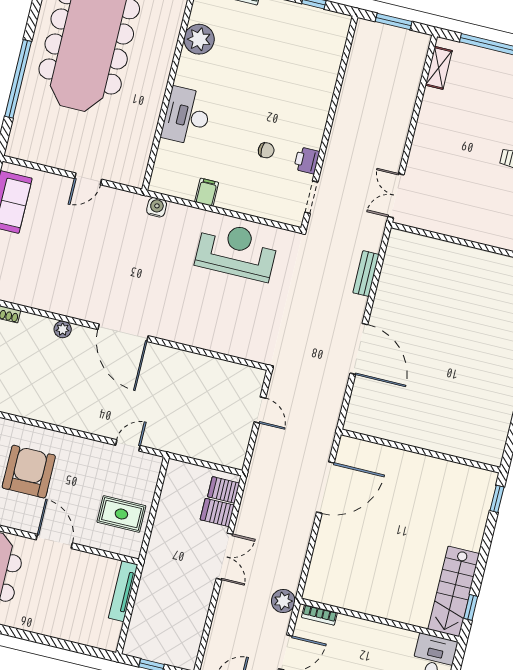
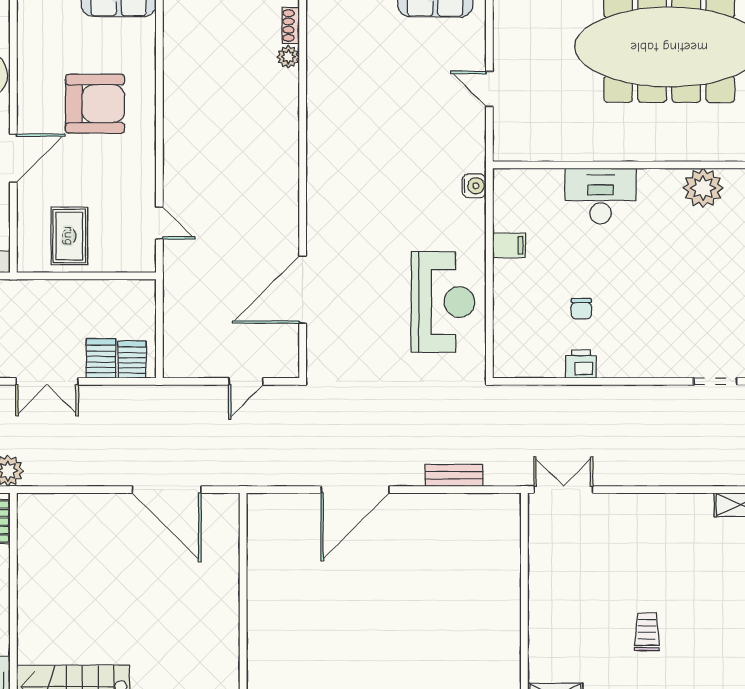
doorway: (311, 197) -> (715, 381), moved
plant: (63, 329) -> (288, 57), moved
door: (123, 333) -> (303, 290), moved

